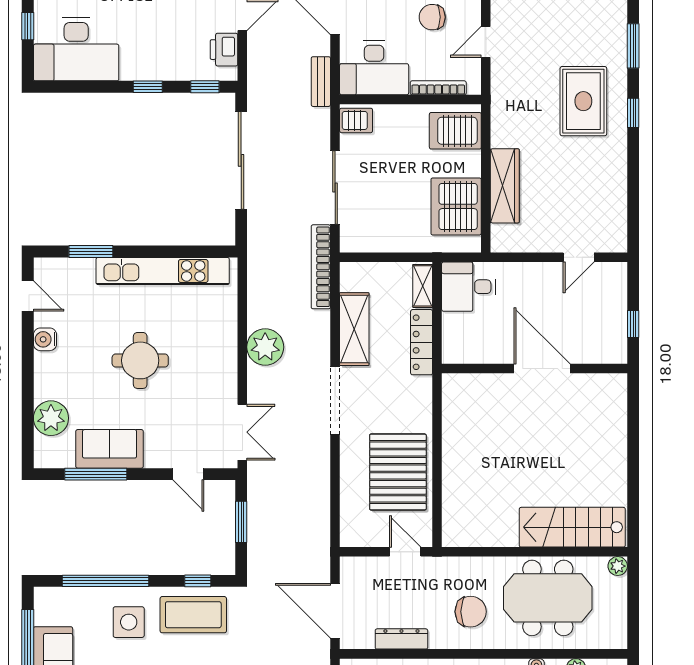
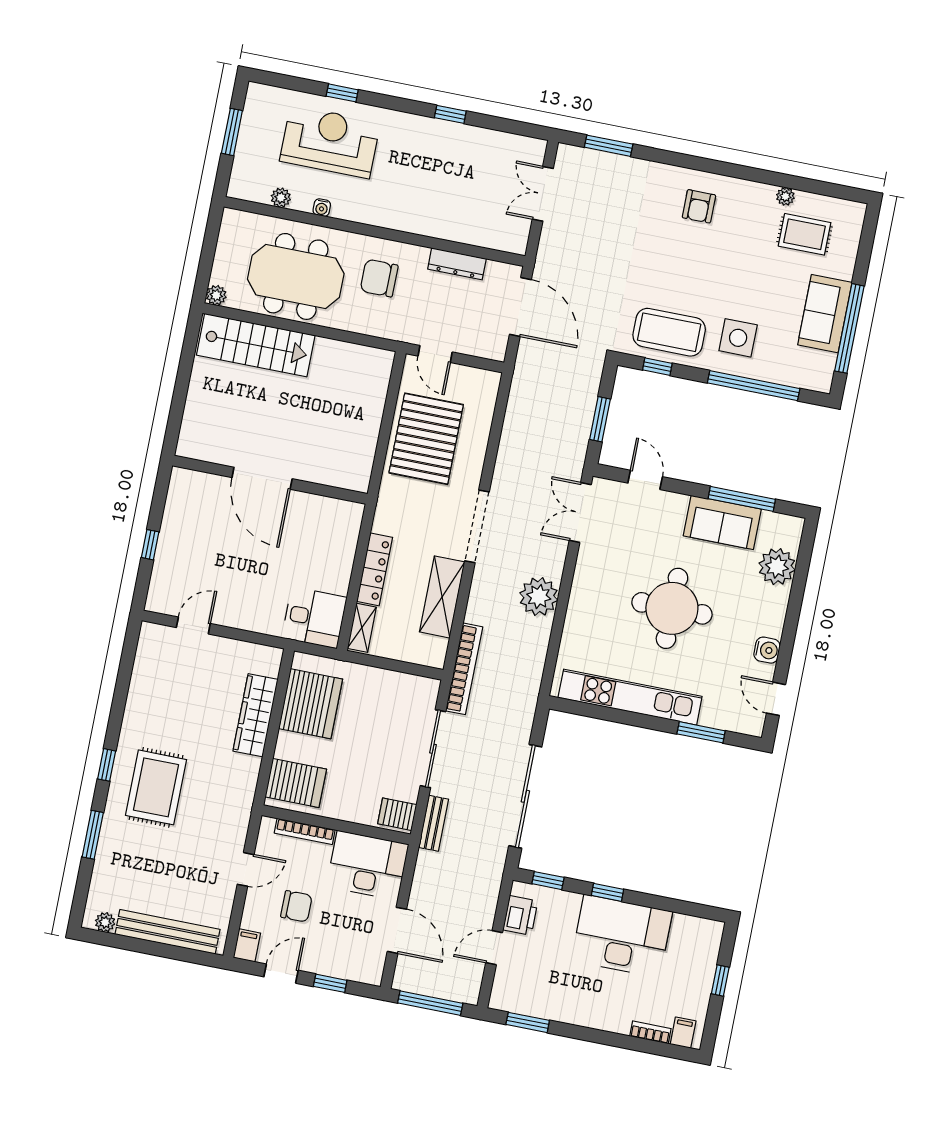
desk: (76, 49) -> (622, 936), moved
bench: (321, 82) -> (434, 823), moved
round table: (140, 360) -> (672, 608), width x1.36, depth x1.36
wall: (534, 369) -> (270, 480), moved
door: (542, 369) -> (262, 478), moved

